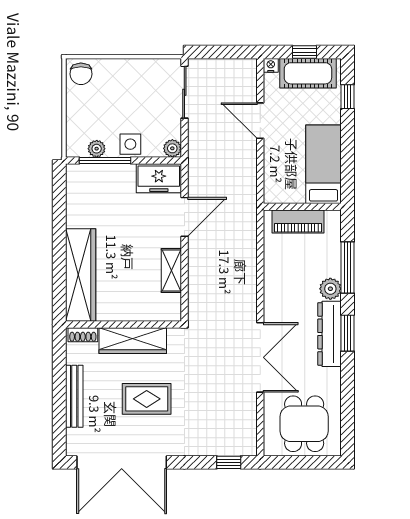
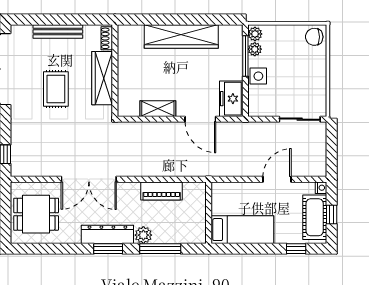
plant: (172, 148) -> (255, 34), moved
piano: (298, 222) -> (162, 191), moved, turned -90
wardrobe: (81, 275) -> (181, 36), moved

